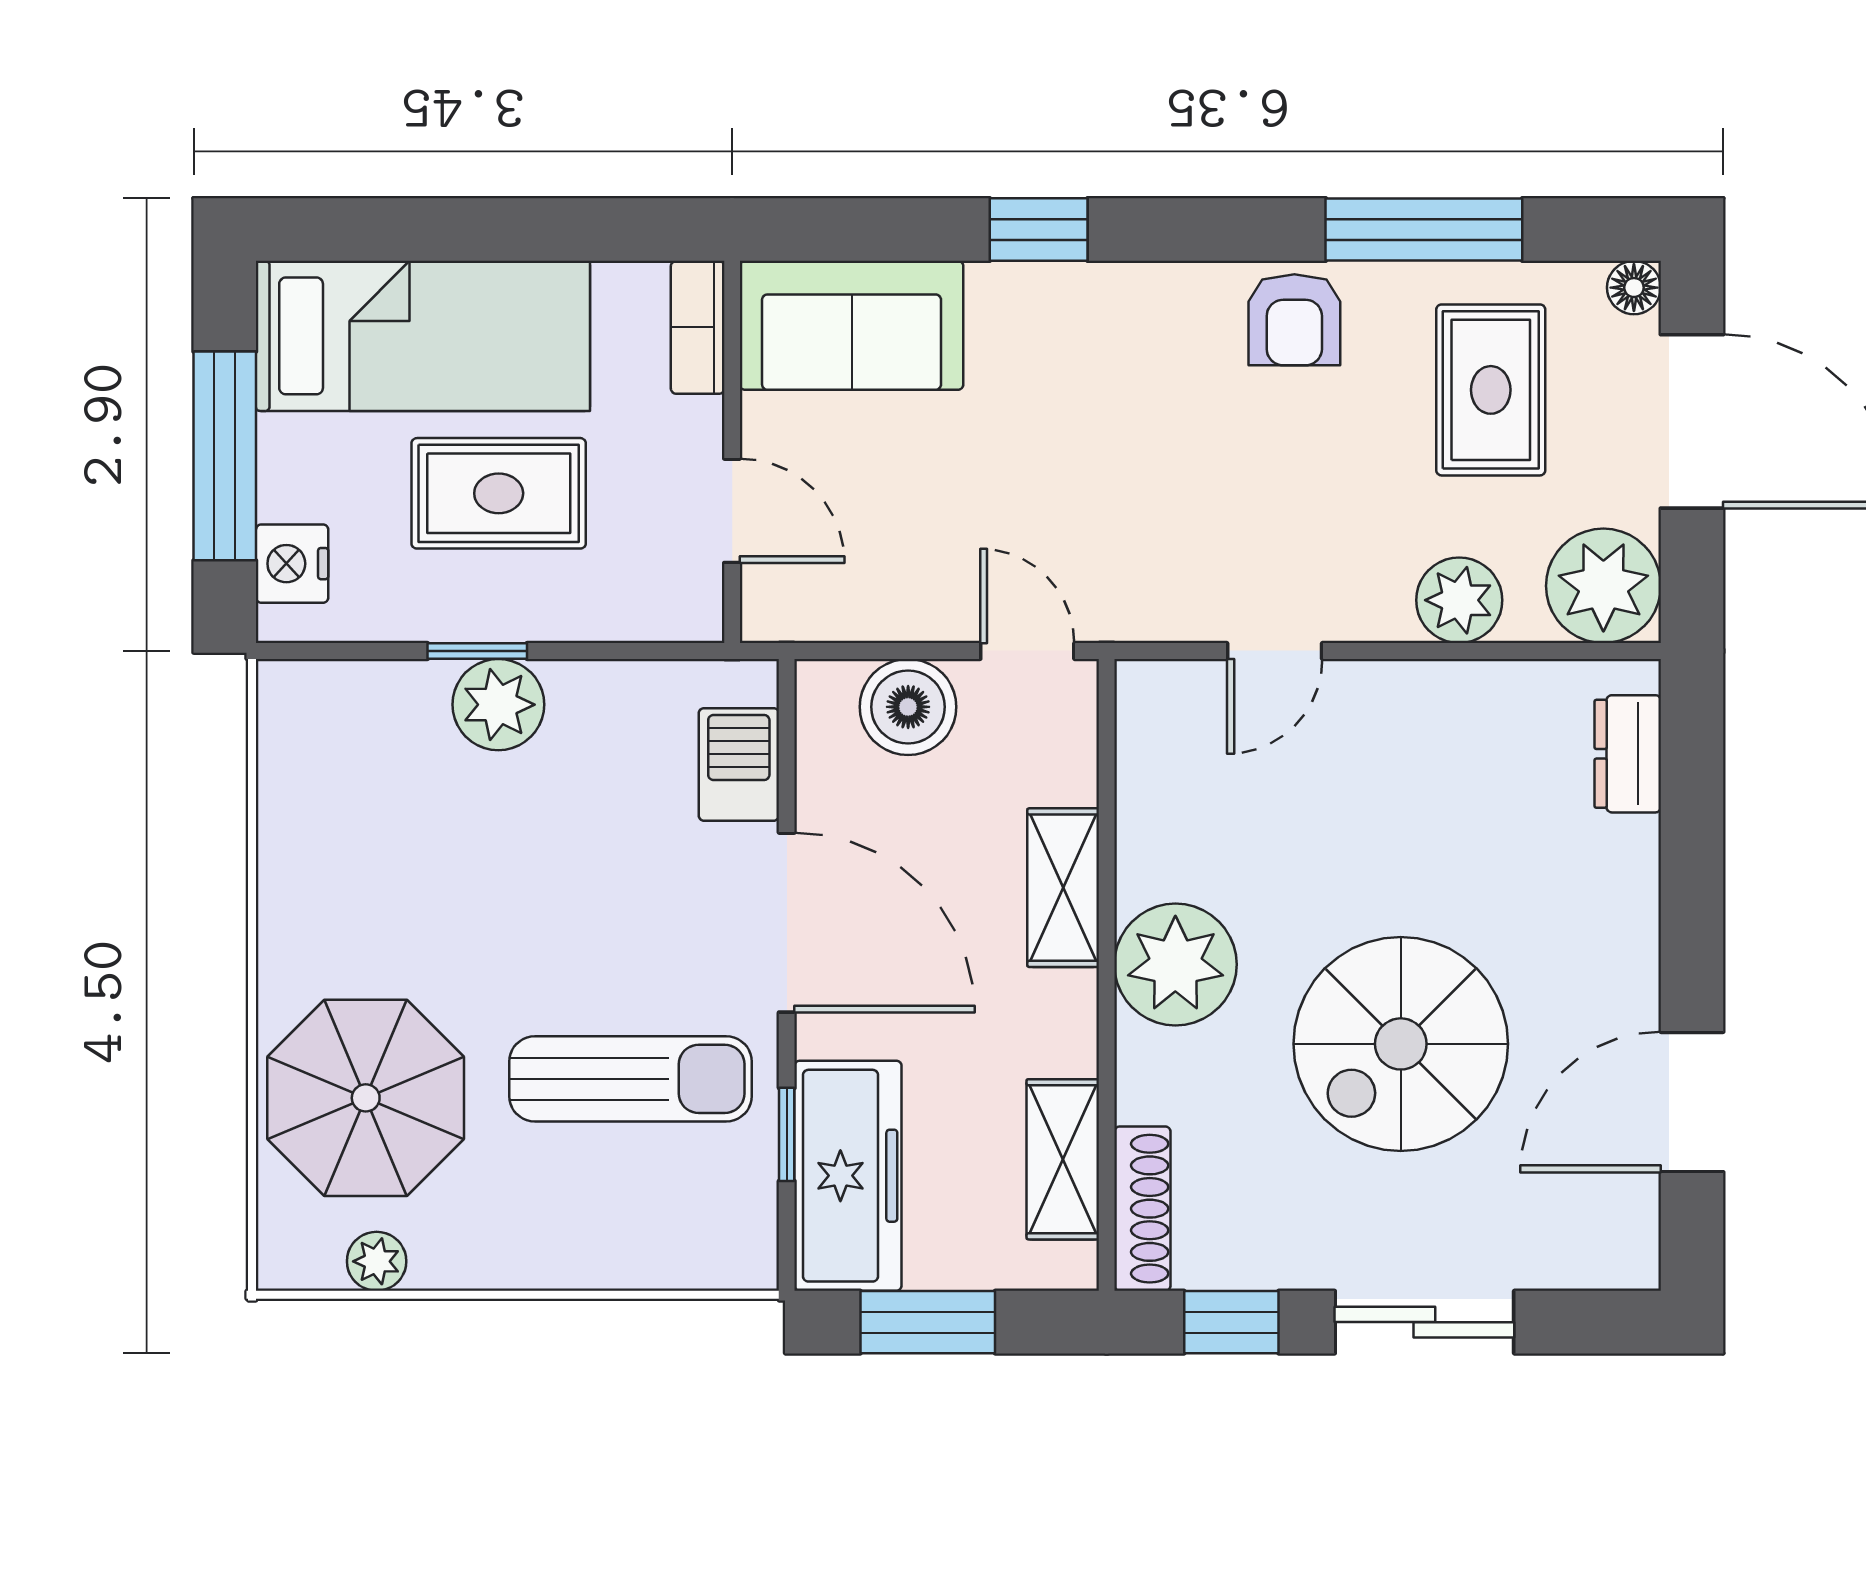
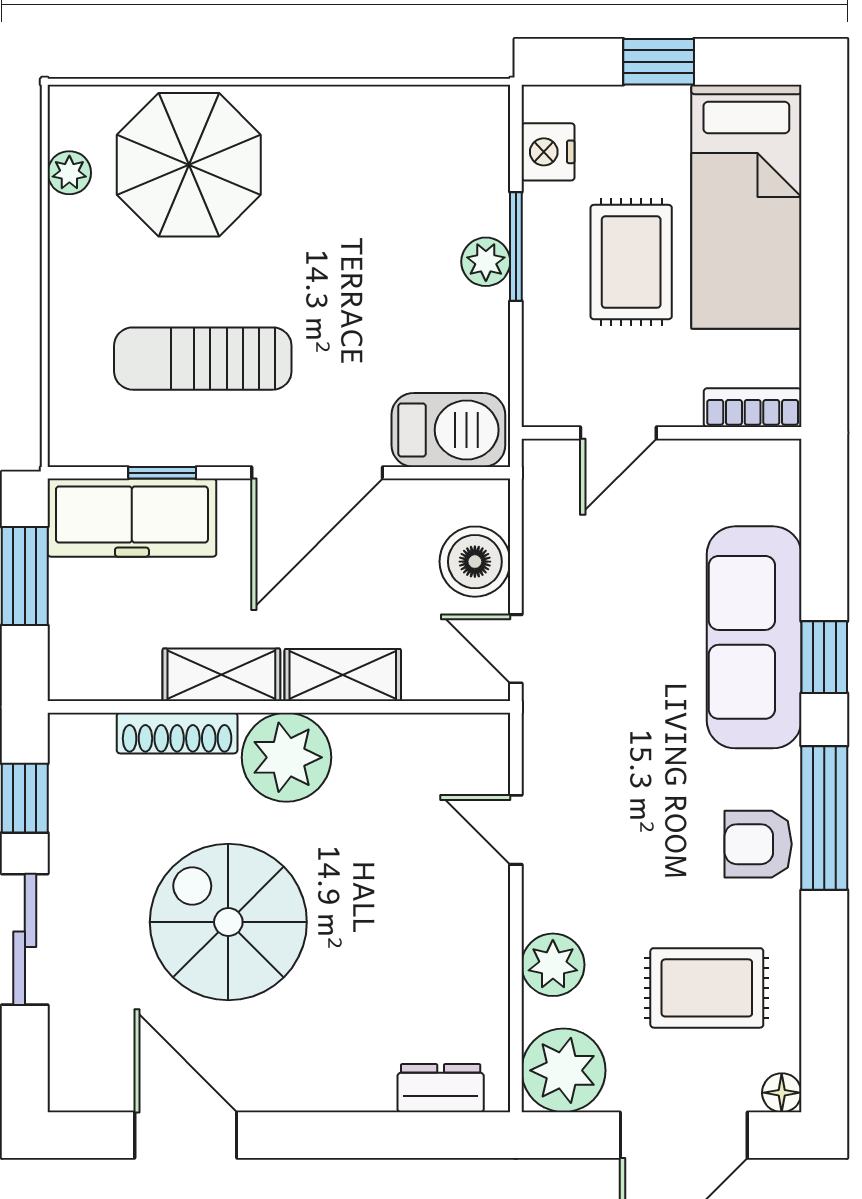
window: (1424, 230) -> (824, 818), moved
sofa: (852, 325) -> (754, 637), moved, width x1.36
window: (225, 456) -> (659, 62), width x0.46
nightstand: (292, 564) -> (548, 152), moved, turned -90
window: (477, 651) -> (516, 246), width x1.50
door: (1027, 651) -> (516, 649), swing flipped
plant: (498, 705) -> (486, 262), width x0.73, depth x0.73
barbecue: (739, 764) -> (448, 430), width x1.38, depth x1.27
sun lounger: (630, 1079) -> (203, 359), turned 90
shelving: (1063, 1159) -> (221, 675), moved
shoe rack: (1142, 1209) -> (177, 733), moved

